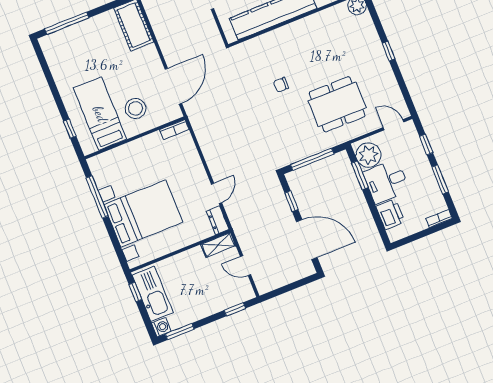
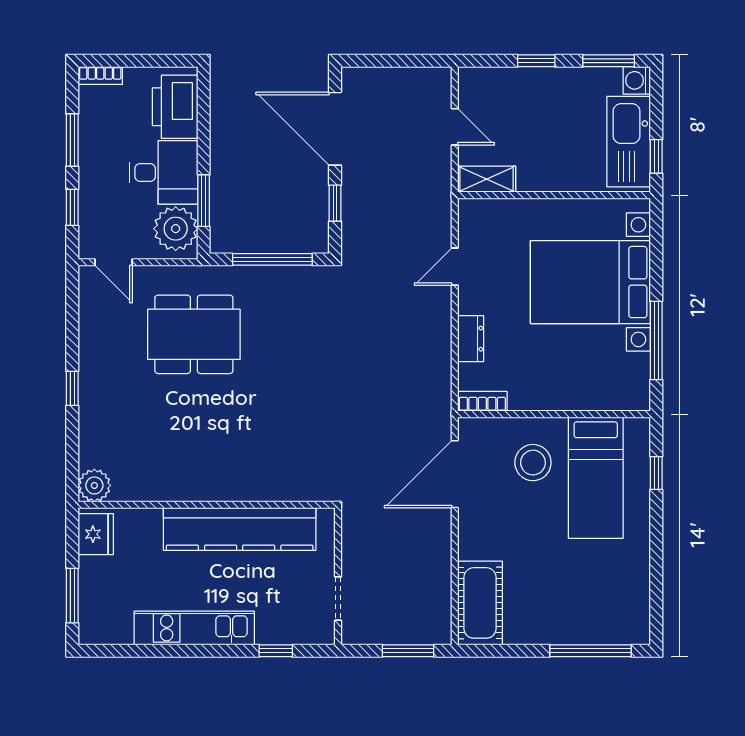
chair: (281, 85) -> (274, 404), removed
printer: (390, 214) -> (175, 107), width x1.37, depth x1.19
dresser: (218, 220) -> (471, 339), moved
window: (235, 309) -> (536, 61), moved

